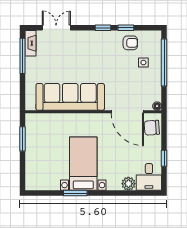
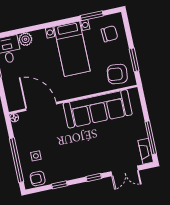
window: (103, 28) -> (94, 177), moved
armchair: (130, 43) -> (38, 179), moved
armchair: (43, 128) -> (117, 74), added
chair: (152, 128) -> (109, 34), moved
window: (75, 193) -> (92, 16), moved

